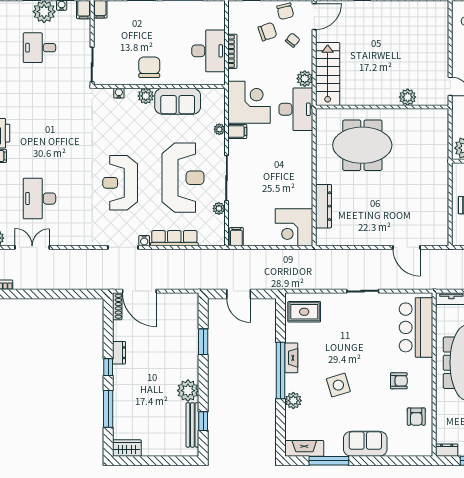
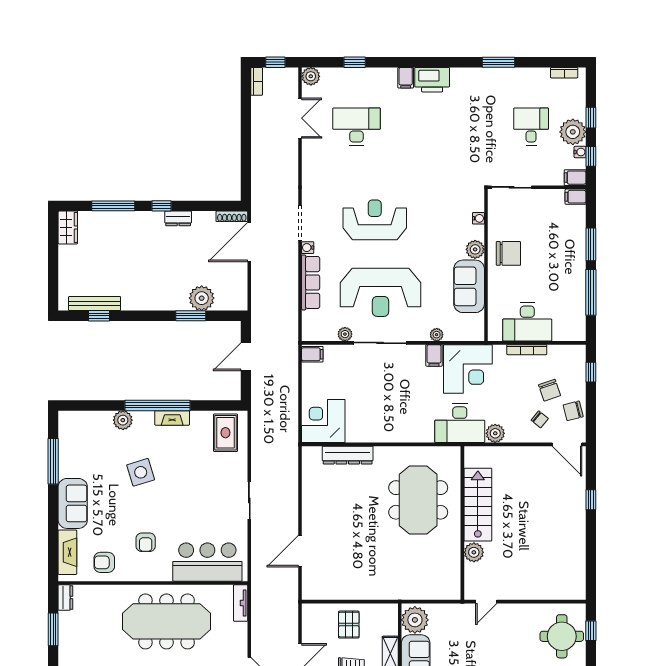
stairs: (328, 74) -> (478, 505), moved, turned -90
plant: (188, 391) -> (202, 298), moved
fireplace: (304, 448) -> (67, 552), moved

